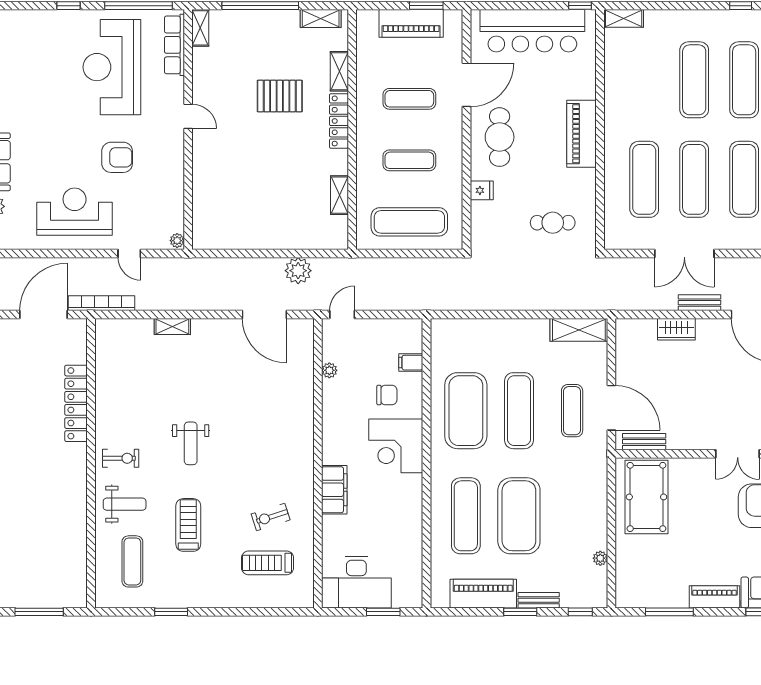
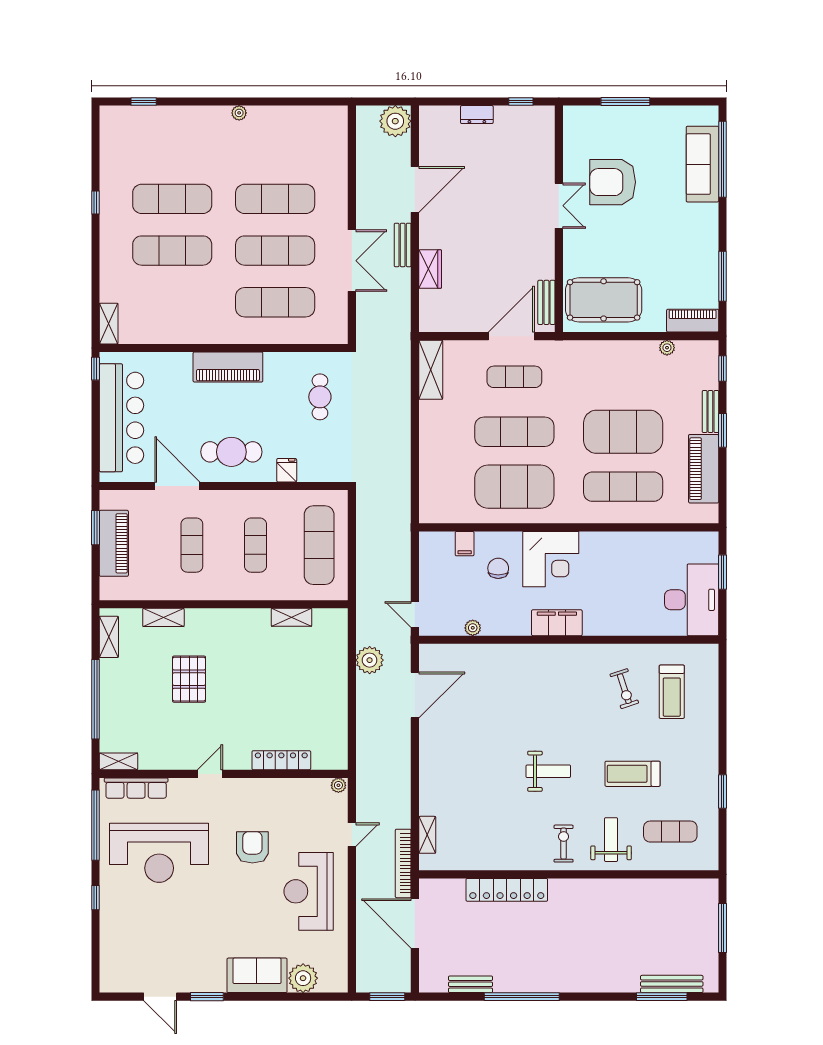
locker: (339, 121) -> (281, 760), moved, turned 180
shelving: (172, 326) -> (427, 835), moved
filing cabinet: (334, 490) -> (557, 623), moved
piano: (714, 597) -> (693, 321), moved, turned 90

